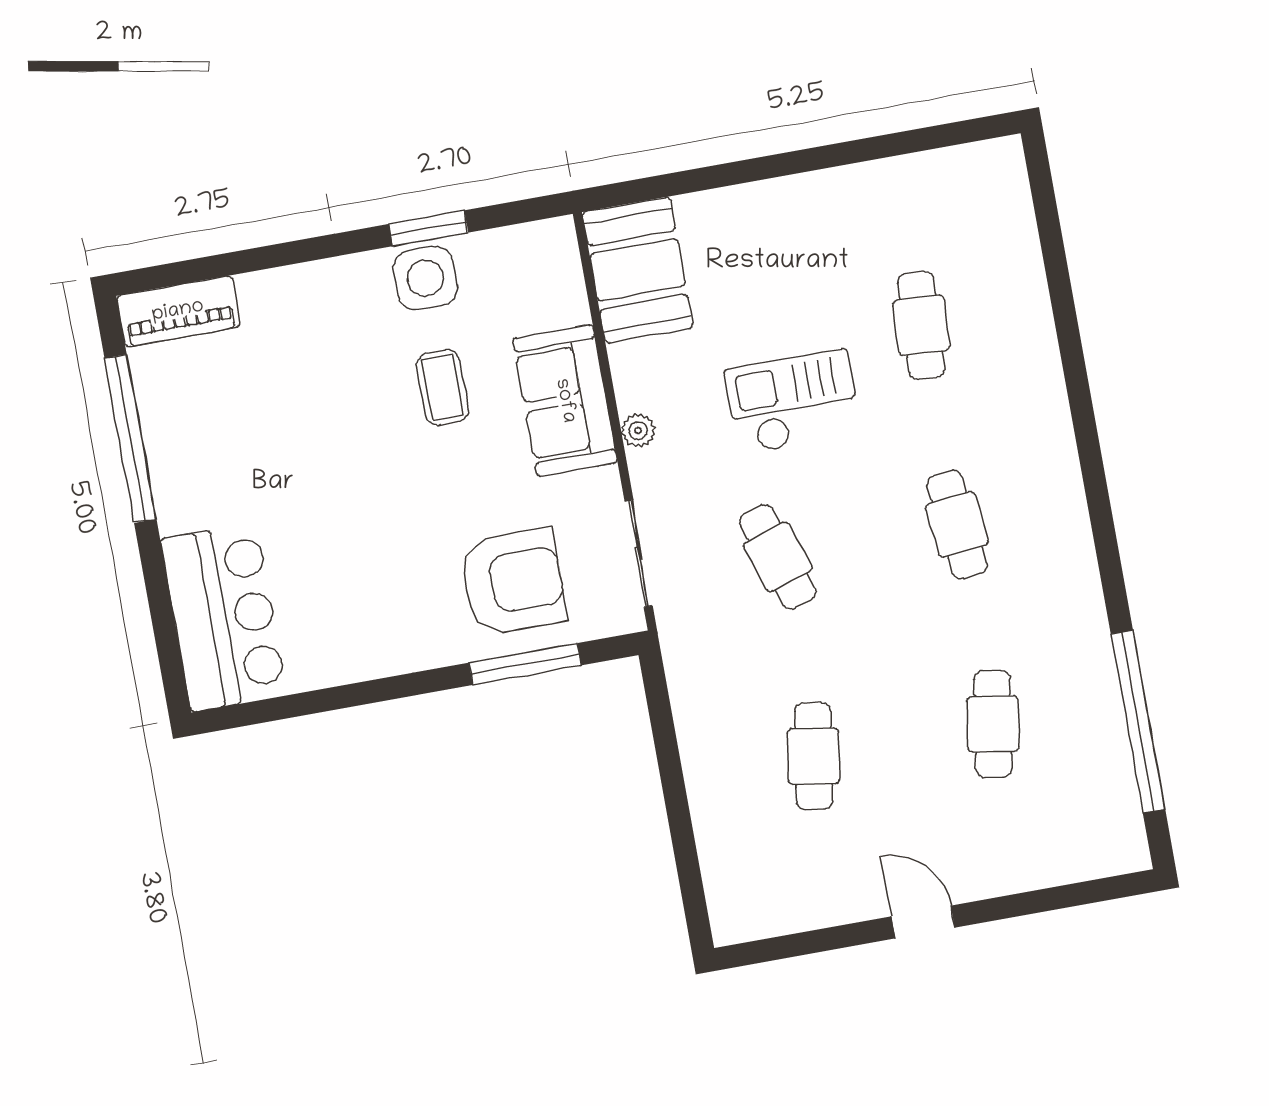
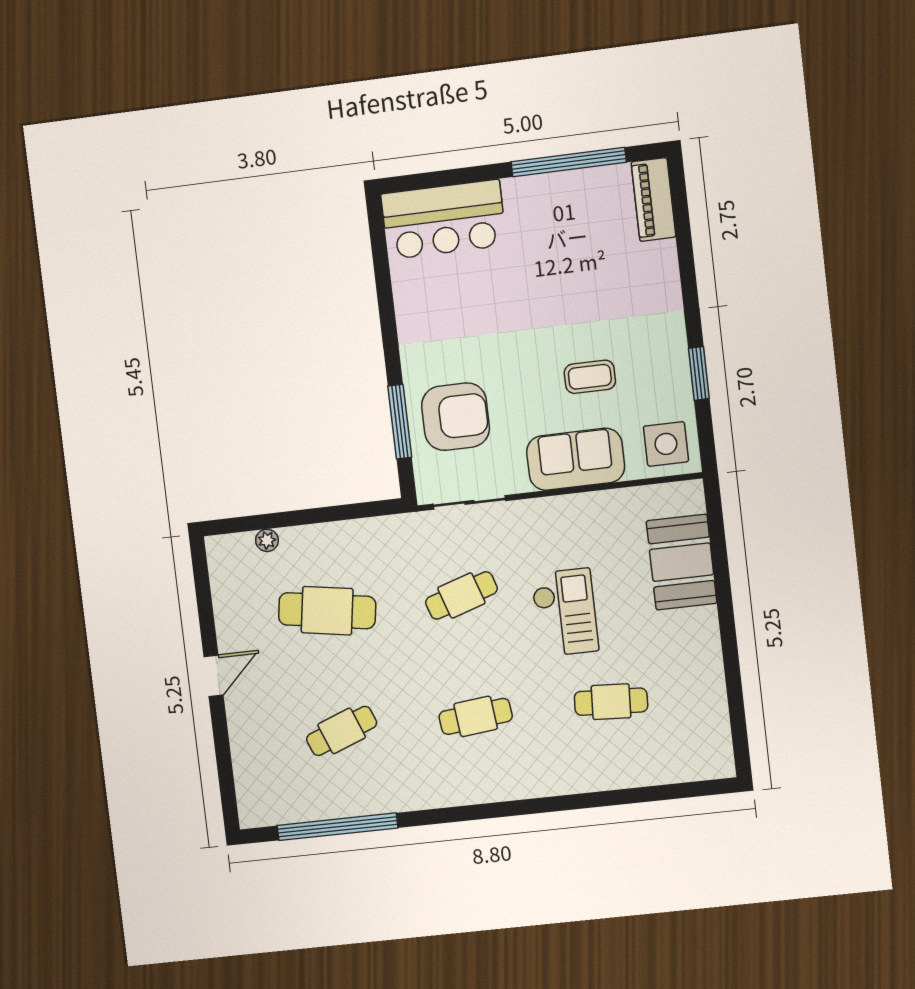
booth: (638, 270) -> (682, 562), moved, turned 90
side table: (425, 278) -> (666, 444), moved
plant: (638, 430) -> (267, 540), moved
armchair: (513, 582) -> (456, 417), turned -90
cafe table: (993, 724) -> (342, 731), turned -30
cafe table: (814, 756) -> (327, 611), width x1.37, depth x1.35

